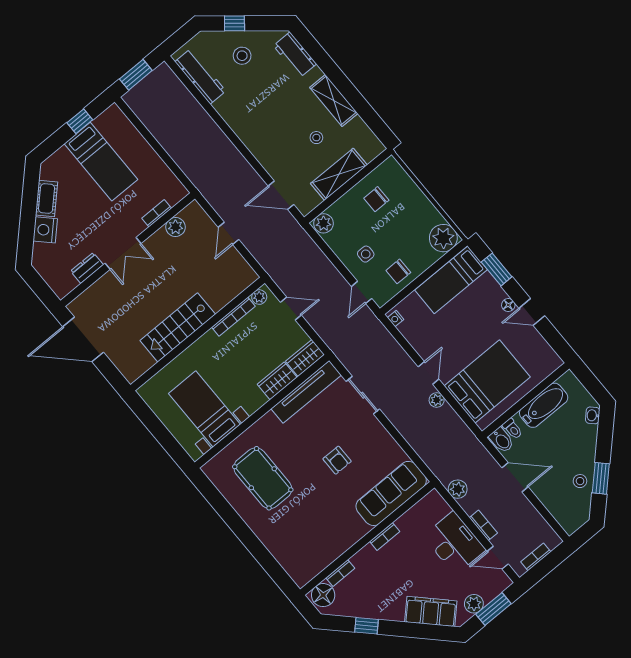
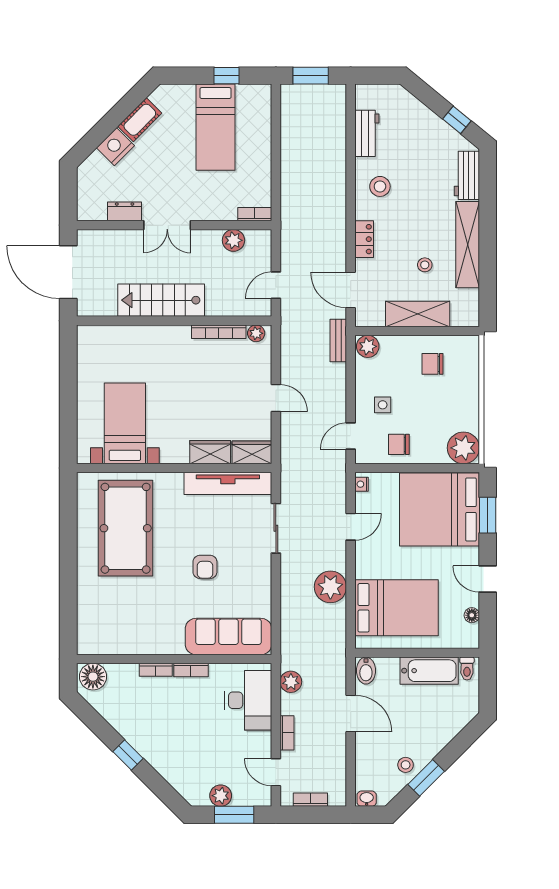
window: (234, 23) -> (457, 120), moved
stool: (242, 56) -> (380, 186), moved
workbench: (200, 76) -> (367, 133), width x0.73
shelving: (334, 100) -> (468, 245), width x1.47
locker: (262, 154) -> (364, 239), added
bookcase: (157, 213) -> (255, 214), moved
bench: (301, 236) -> (338, 341), added
bed: (451, 280) -> (439, 510), width x2.04
plant: (259, 297) -> (256, 333), moved
floor lamp: (508, 305) -> (472, 615), moved
bookcase: (233, 317) -> (219, 332), moved
stairs: (178, 327) -> (161, 300), moved
wall: (198, 334) -> (174, 321), moved
door: (428, 373) -> (351, 527), moved
plant: (437, 400) -> (330, 587), width x1.88, depth x1.88
washbasin: (593, 415) -> (367, 799), moved, turned 45
toilet: (512, 429) -> (467, 669), moved
pool table: (263, 478) -> (126, 528), width x1.36, depth x1.32
desk: (454, 543) -> (248, 700), moved
bookcase: (340, 573) -> (156, 670), moved
filing cabinet: (431, 611) -> (177, 771), removed
window: (367, 626) -> (128, 755), moved

